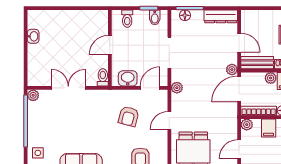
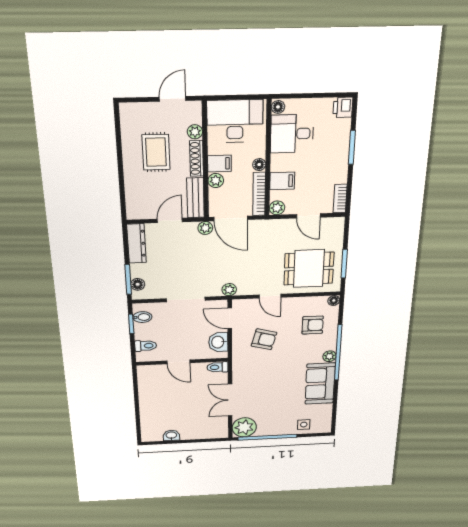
plant: (33, 95) -> (244, 427), width x1.88, depth x1.88

